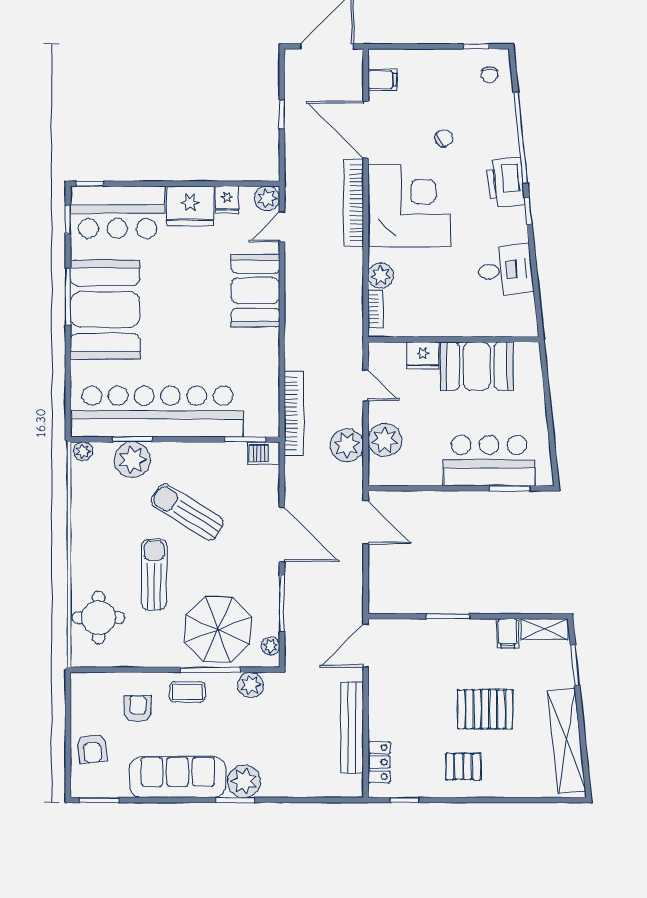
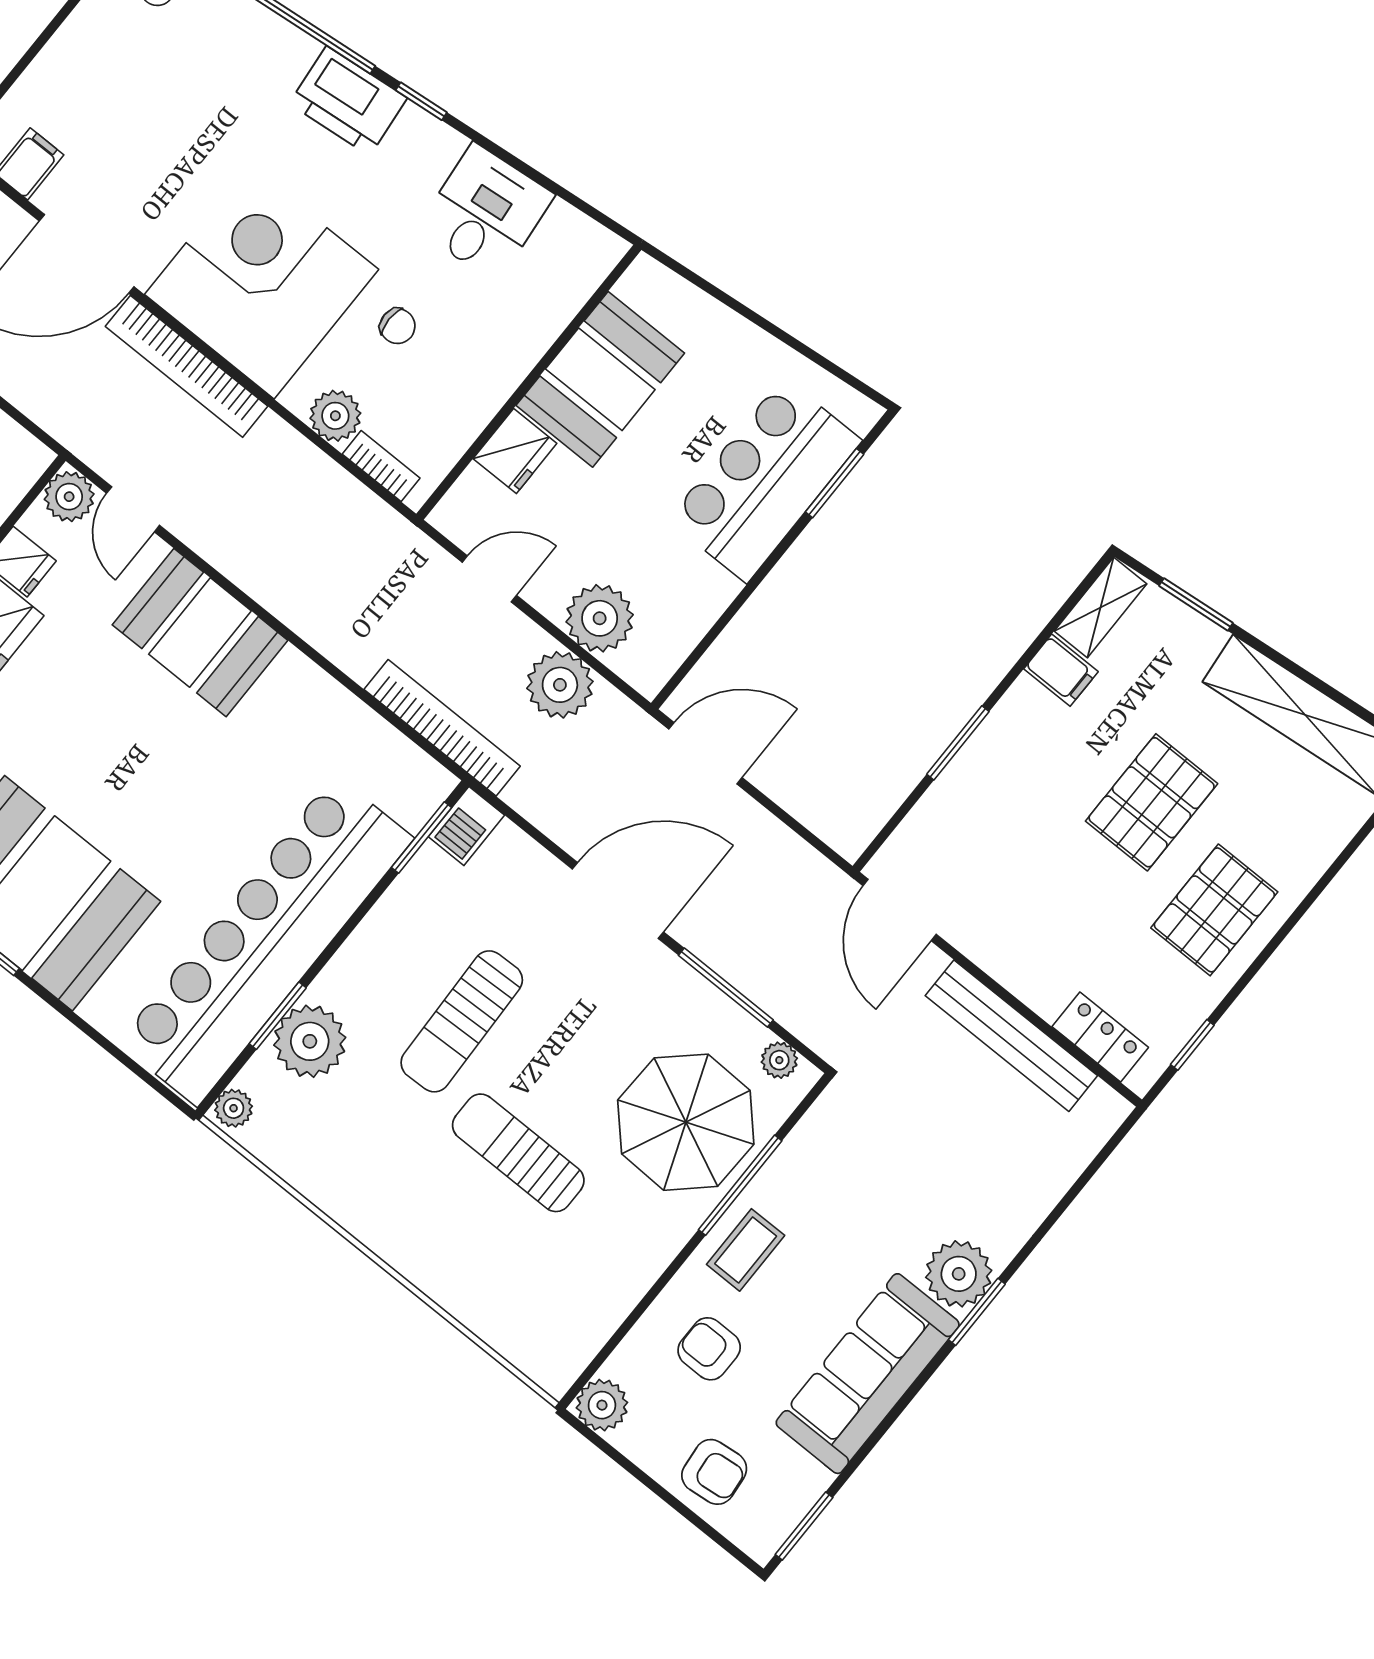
chair: (444, 138) -> (398, 326), moved, turned 123
sun lounger: (187, 512) -> (462, 1021), turned -34
round table: (98, 618) -> (516, 1295), removed
plant: (251, 685) -> (602, 1405), moved
pallet: (463, 767) -> (1214, 910), width x1.50, depth x1.42

